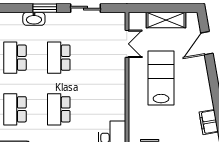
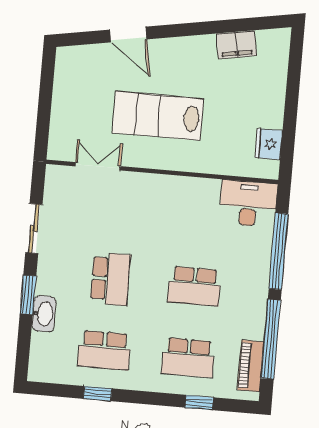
shelving: (166, 20) -> (64, 99), removed
door: (207, 43) -> (128, 35), moved
school desk: (59, 58) -> (110, 279), turned -90

